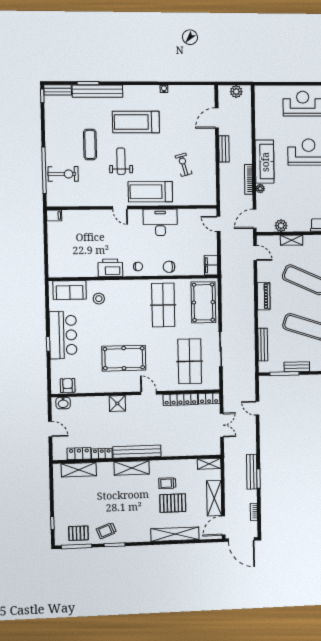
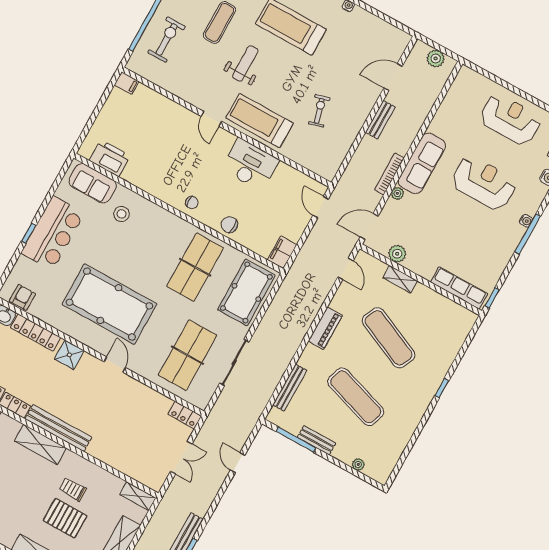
exercise bike: (63, 174) -> (167, 39), turned -90
printer: (110, 268) -> (110, 158), moved
pool table: (124, 358) -> (109, 304), width x1.36, depth x1.32
locker: (180, 400) -> (36, 333), moved

